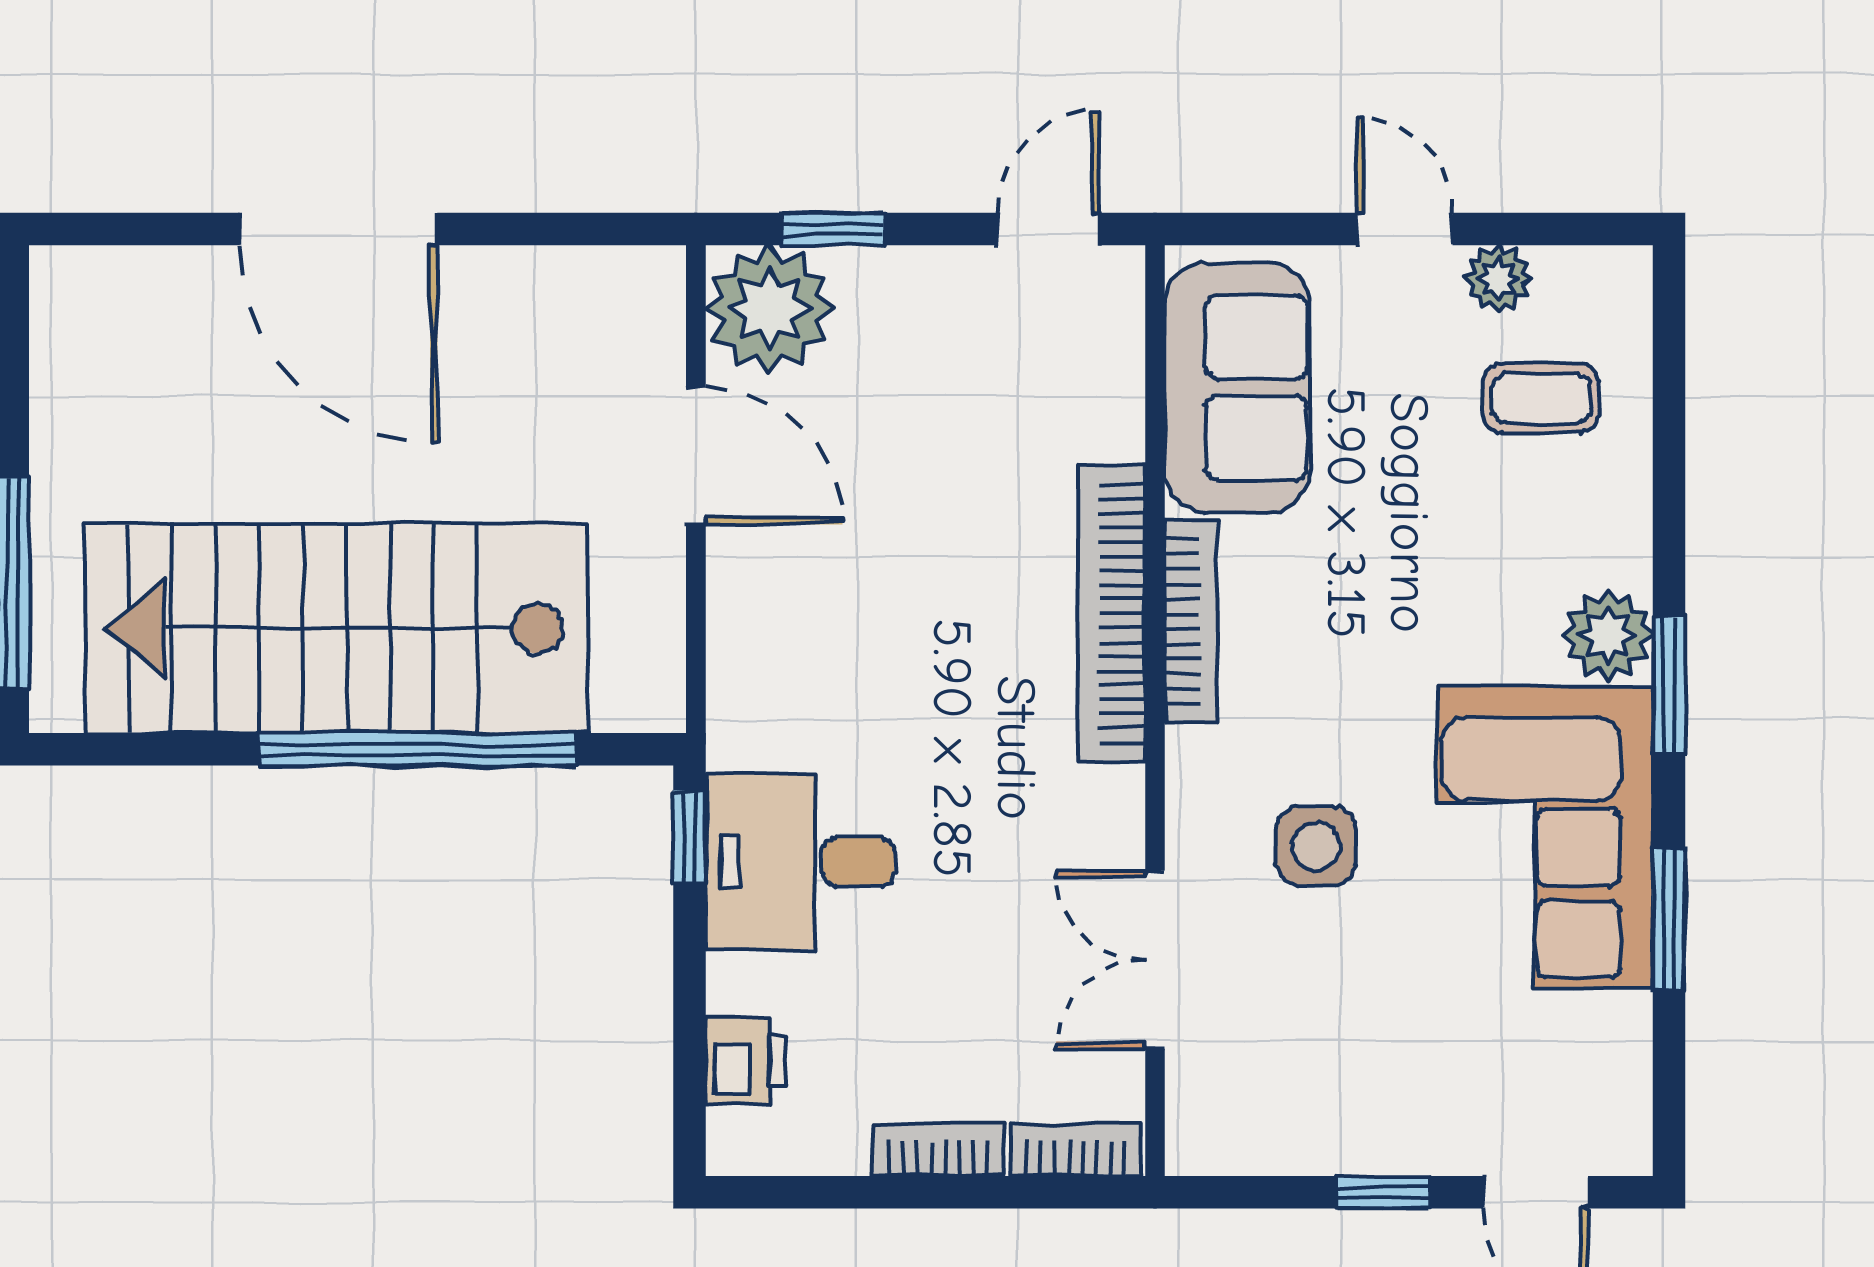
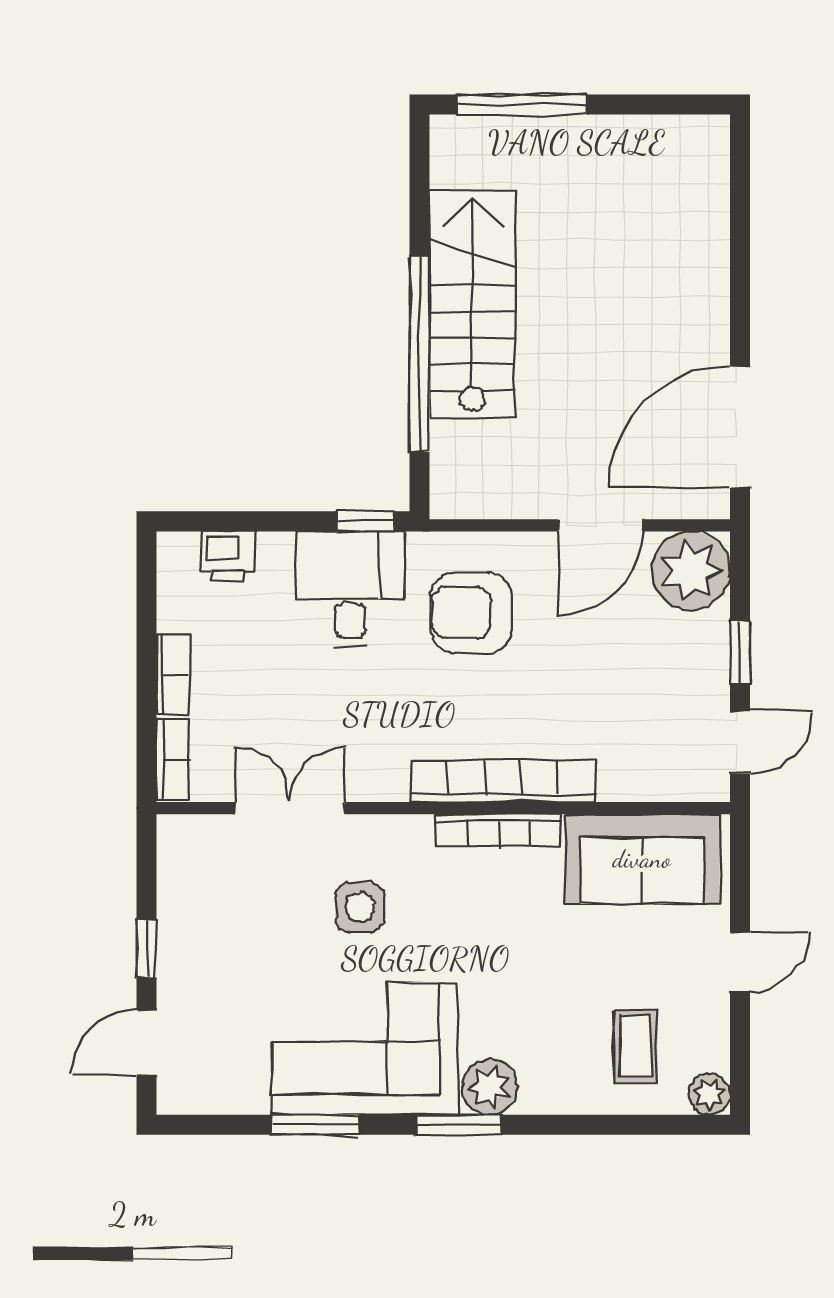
door: (339, 229) -> (740, 427), moved
window: (833, 229) -> (740, 653), moved
door: (1048, 229) -> (740, 742), hinge flipped
plant: (1498, 278) -> (710, 1094), moved
stairs: (336, 628) -> (472, 304), width x0.73, depth x0.66
armchair: (838, 665) -> (471, 613), added

